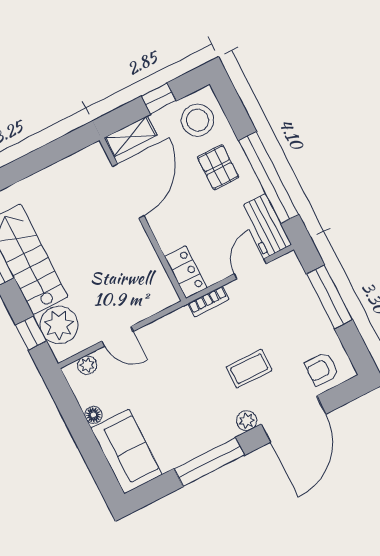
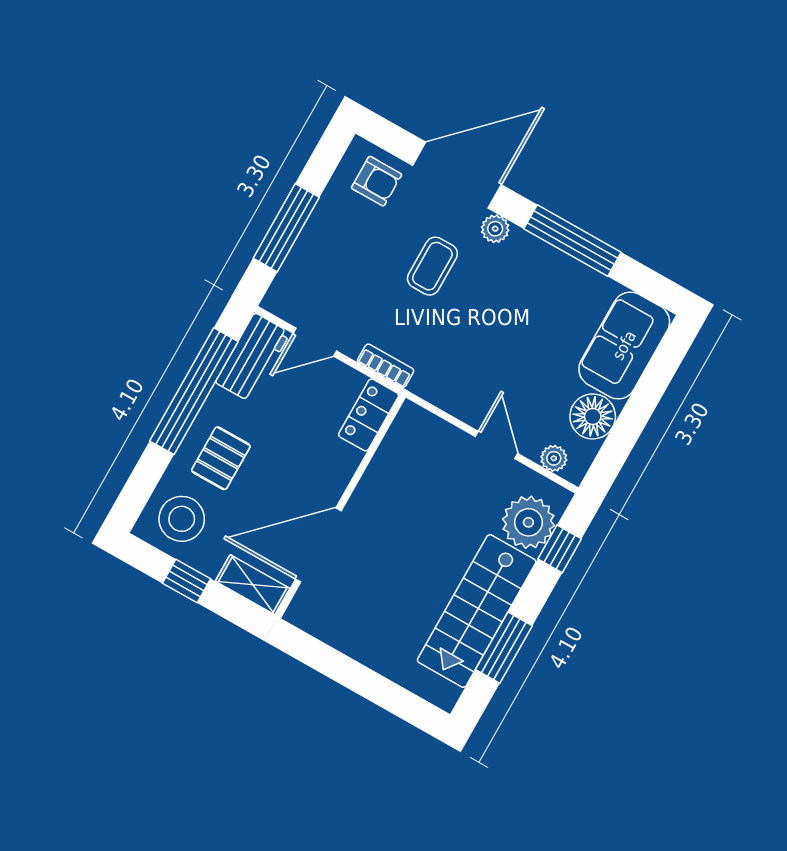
coffee table: (249, 369) -> (432, 266), turned 90
floor lamp: (93, 415) -> (593, 416), width x1.89, depth x1.89

